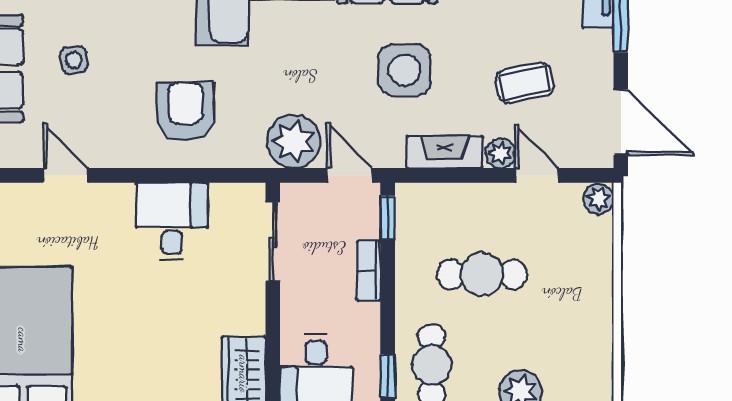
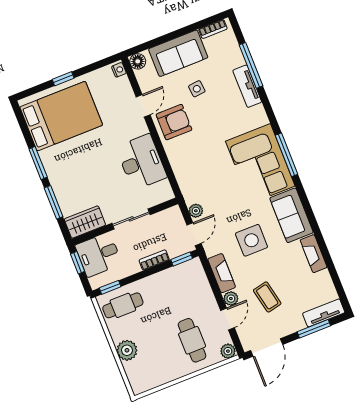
armchair: (186, 111) -> (174, 122), moved
plant: (294, 142) -> (196, 211), width x0.53, depth x0.53
desk: (172, 221) -> (141, 162), width x1.37
sliding door: (273, 242) -> (131, 219), moved
cafe table: (482, 274) -> (192, 340), moved

